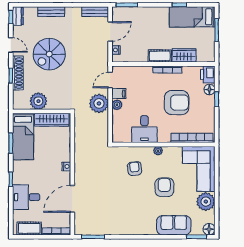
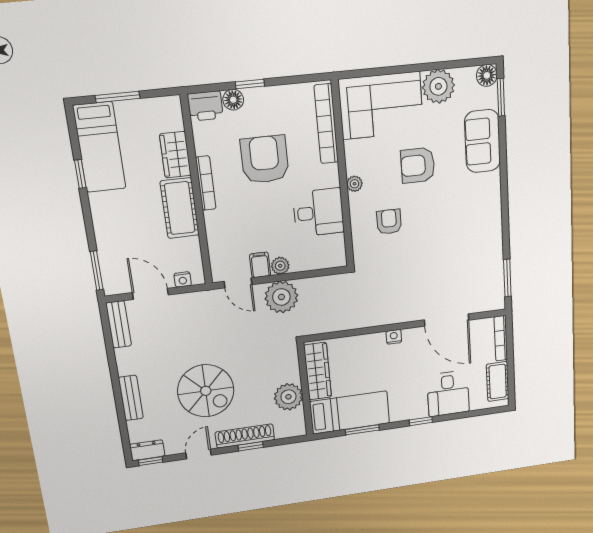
cot: (160, 56) -> (180, 208), width x1.37, depth x1.34
armchair: (135, 169) -> (389, 222), turned 97

